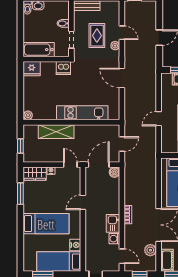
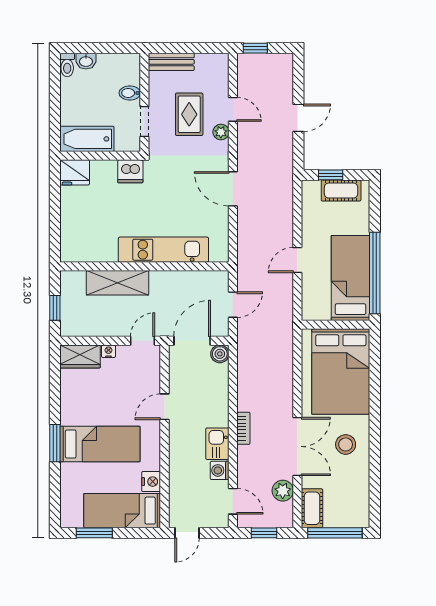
plant: (28, 115) -> (68, 254), removed
door: (70, 165) -> (143, 341), hinge flipped
window: (20, 194) -> (55, 443), moved

